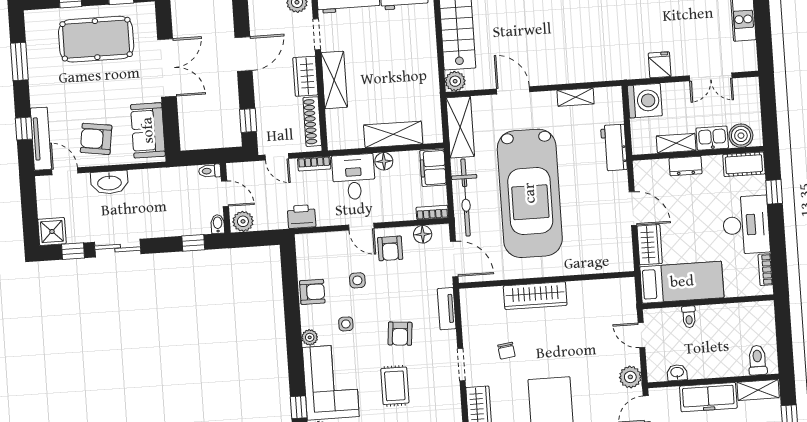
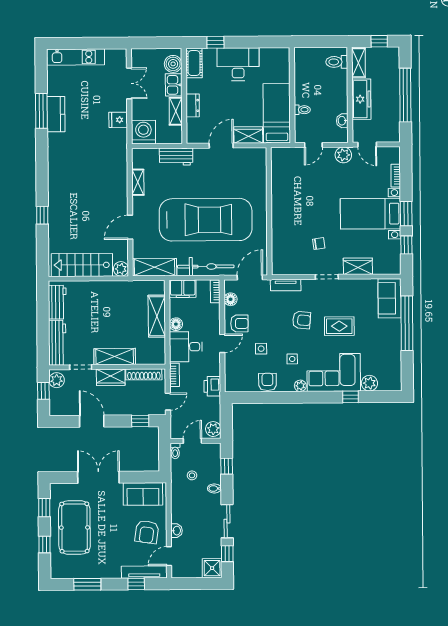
washbasin: (109, 182) -> (176, 531), width x0.52, depth x0.69
stool: (178, 196) -> (192, 475), added
bidet: (218, 224) -> (214, 488), moved
bookcase: (765, 270) -> (271, 52), removed
wardrobe: (535, 296) -> (280, 220), removed

